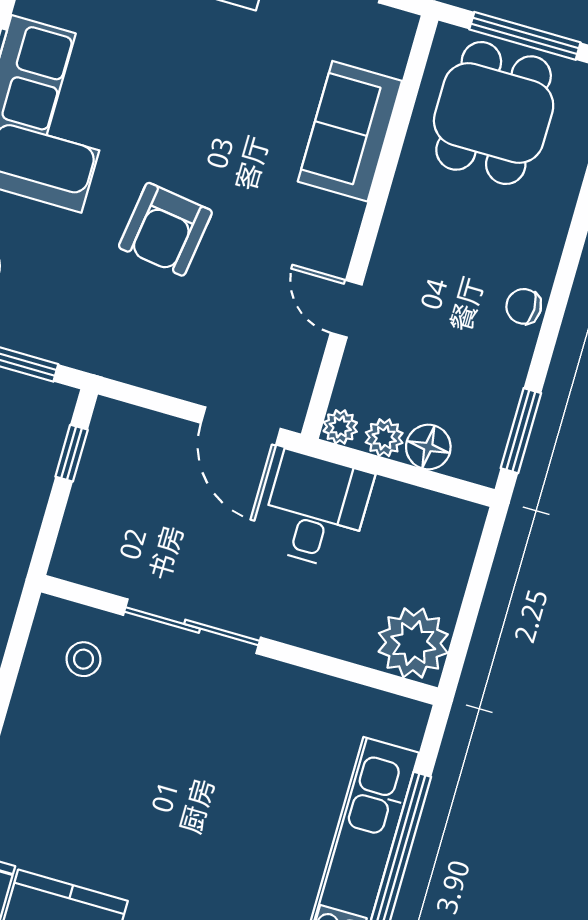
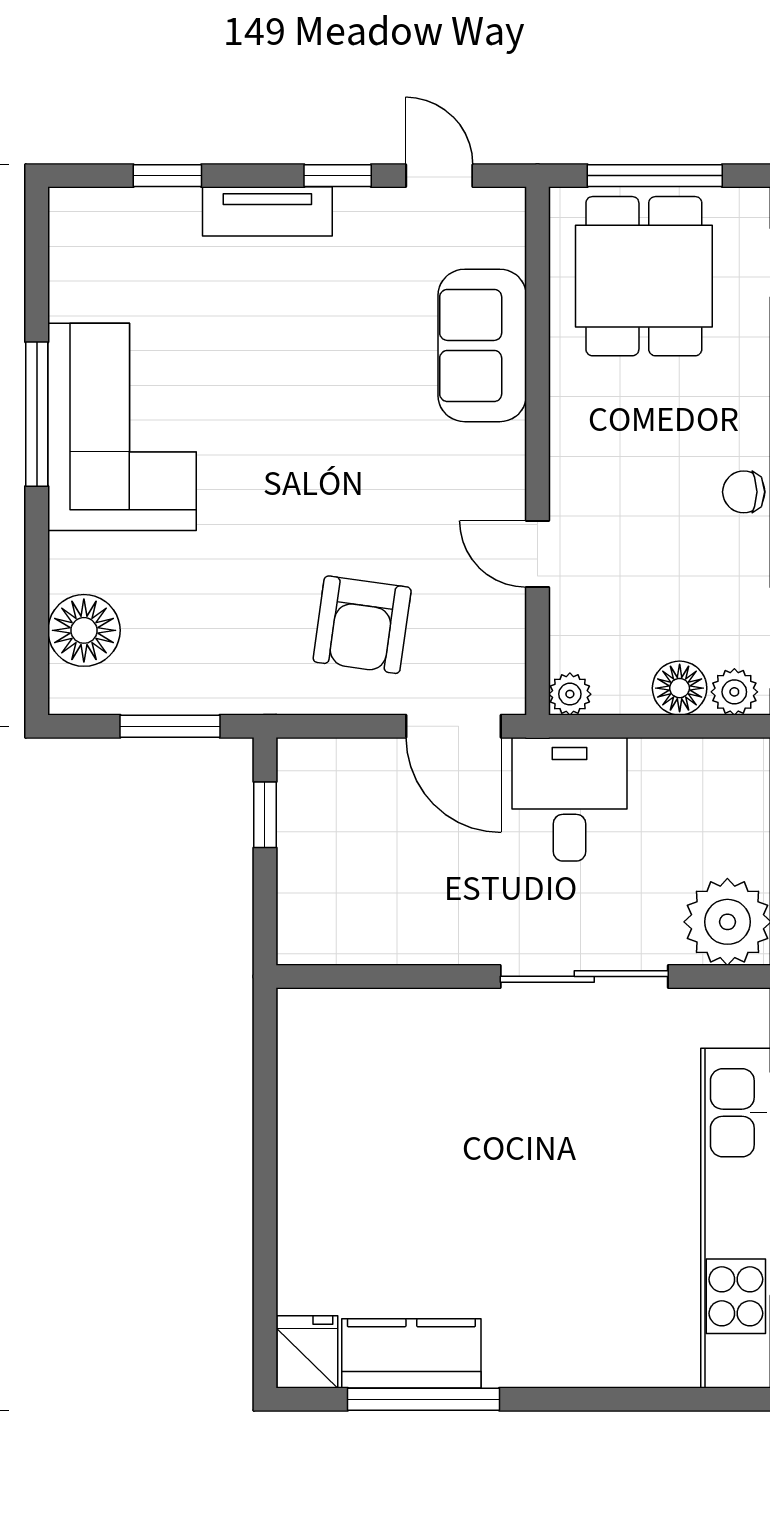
armchair: (165, 229) -> (362, 625), moved
plant: (384, 438) -> (734, 692), moved
sliding door: (192, 626) -> (584, 976), moved
stool: (83, 659) -> (348, 1051), removed

